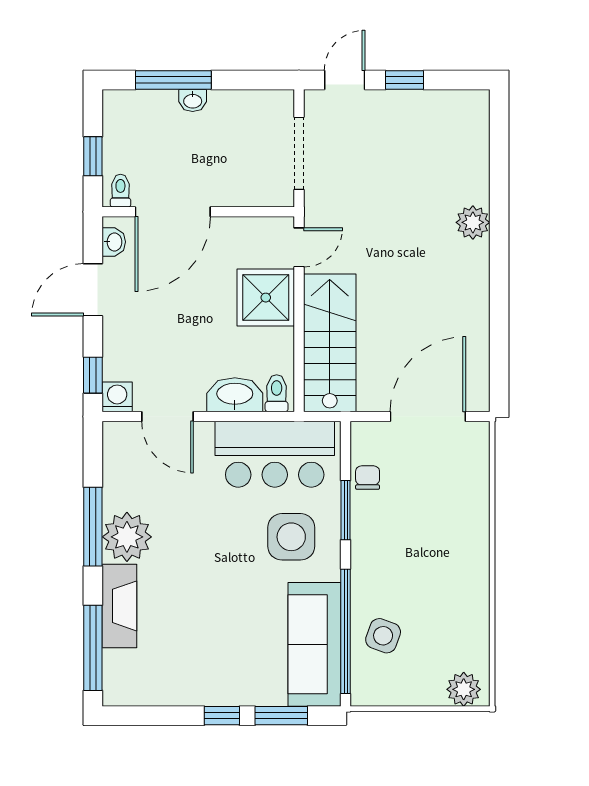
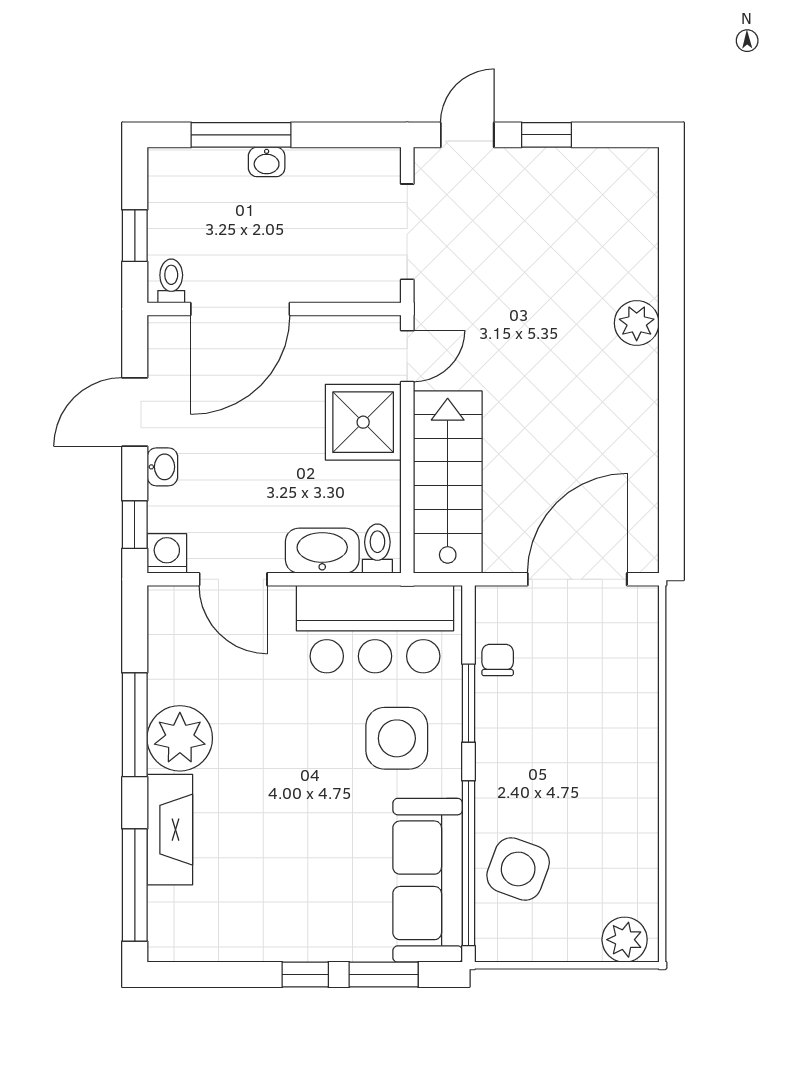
washbasin: (114, 242) -> (162, 467), moved
side table: (383, 636) -> (518, 869), width x1.37, depth x1.37

